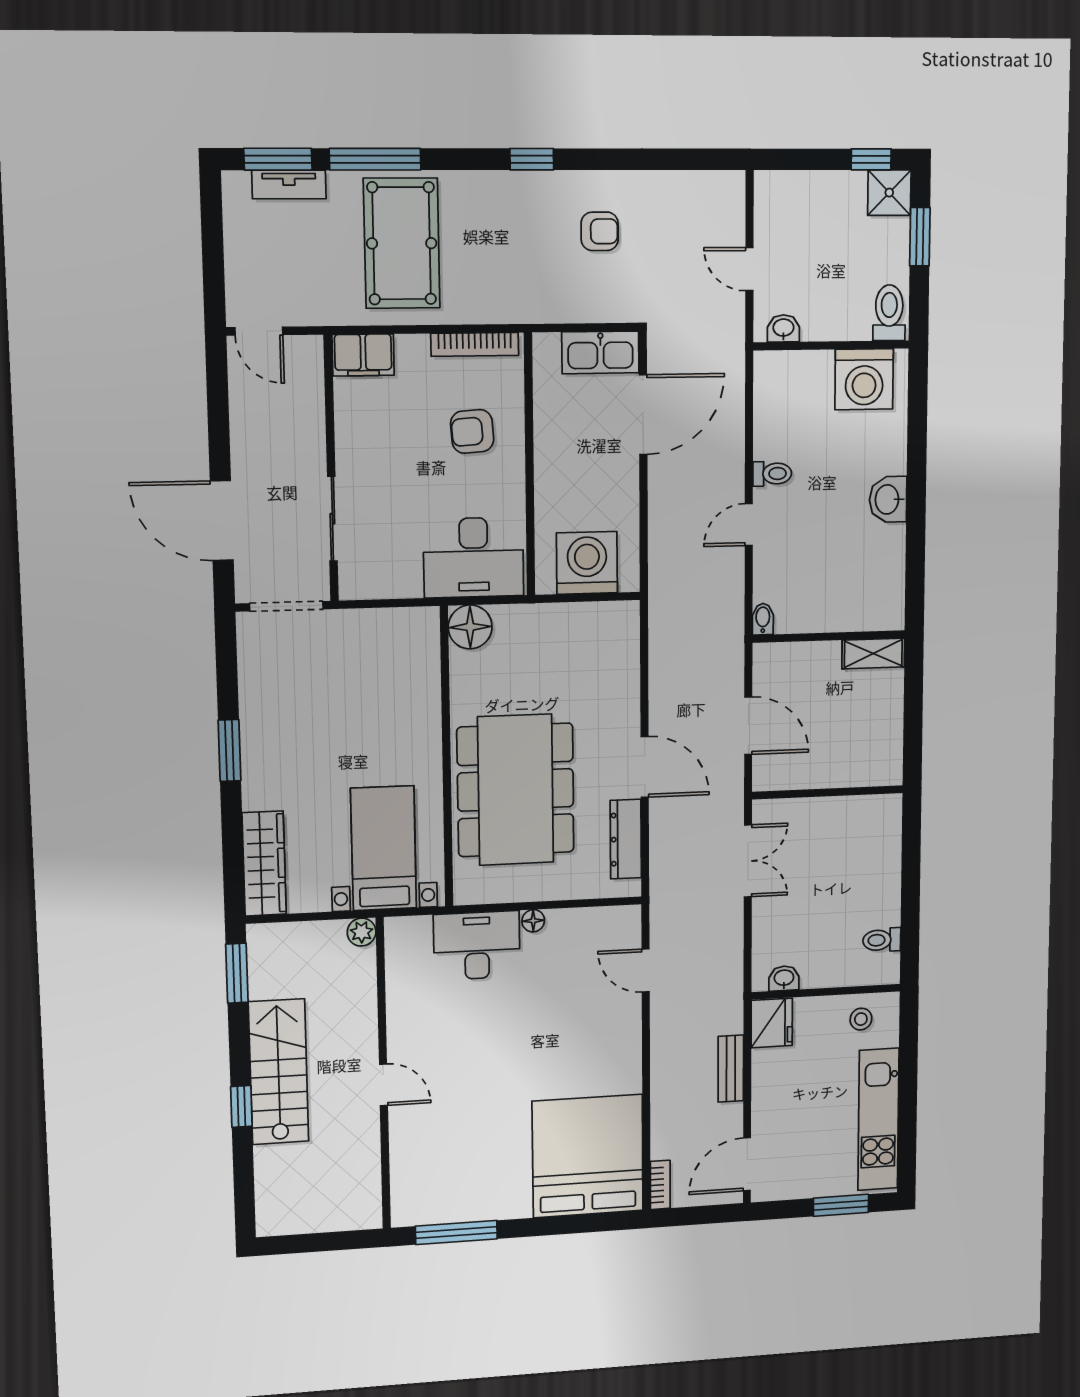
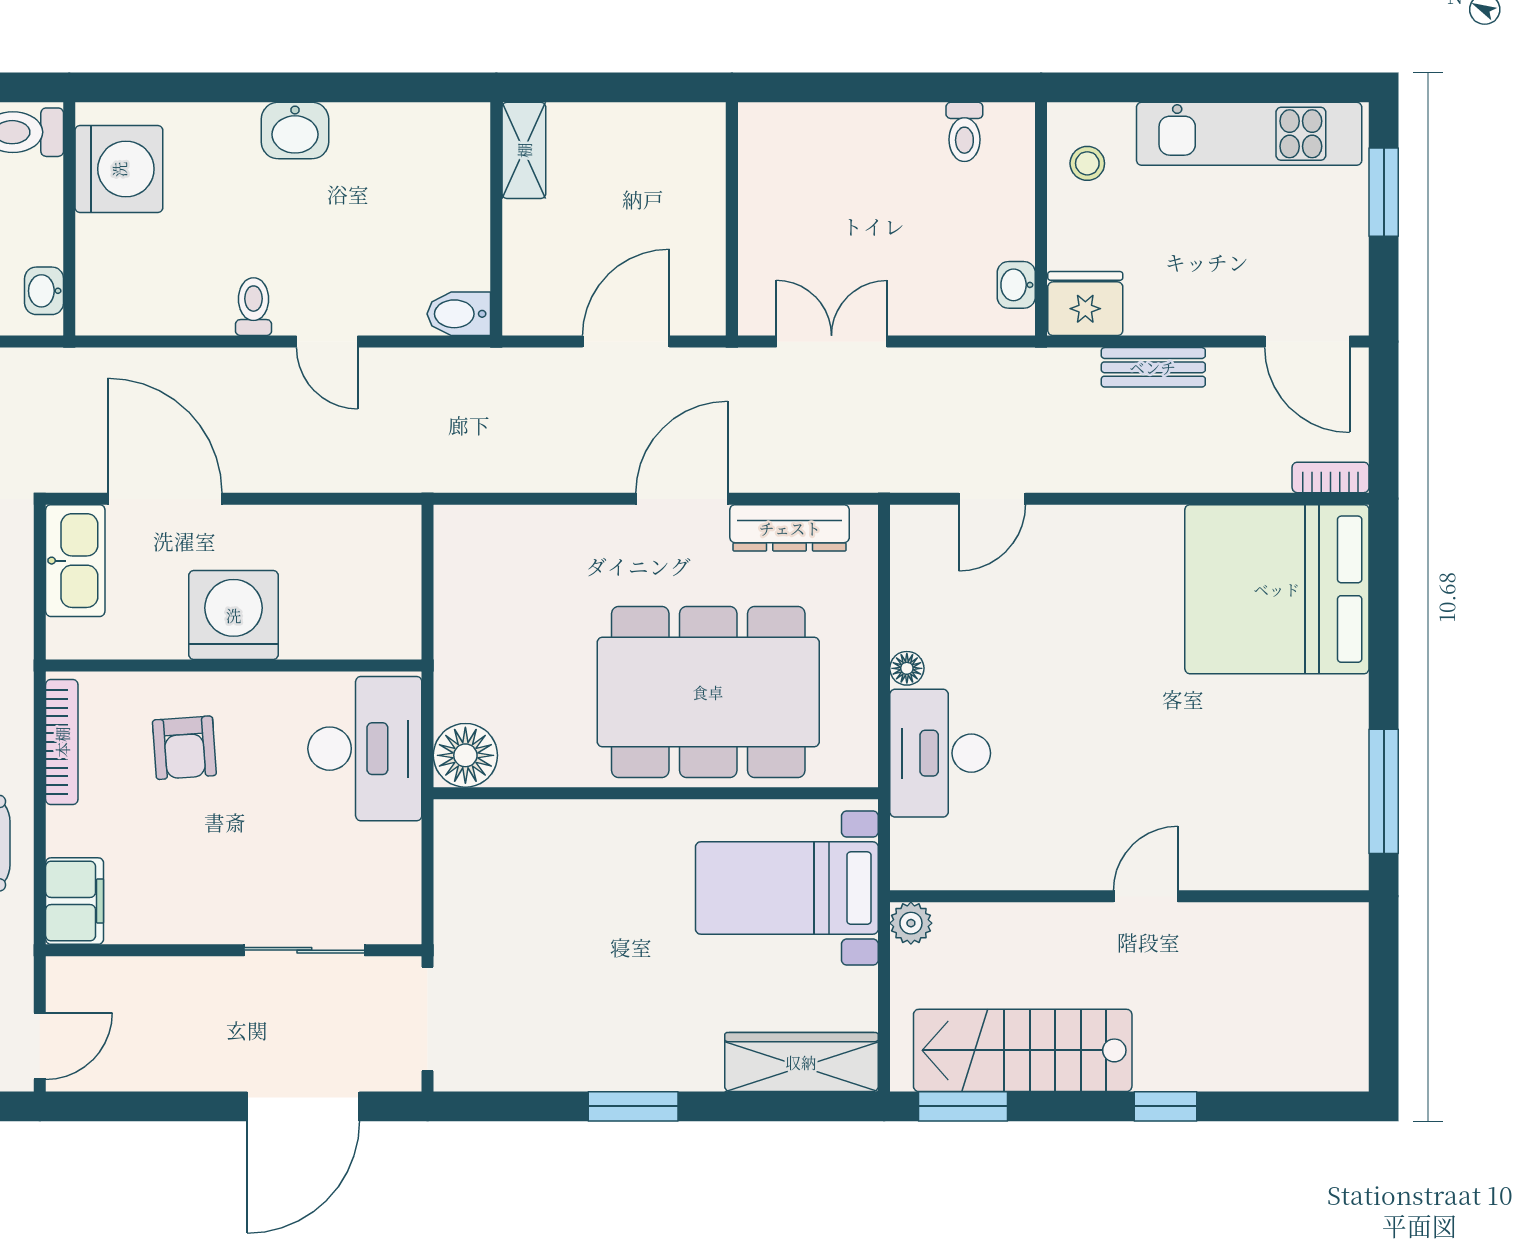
washing machine: (587, 563) -> (234, 615), moved, turned 90
bidet: (763, 619) -> (459, 314), width x1.38, depth x1.36
stairs: (279, 1072) -> (1023, 1050), moved

